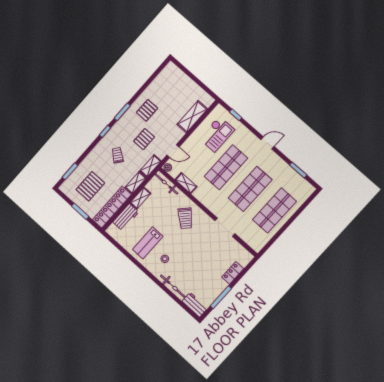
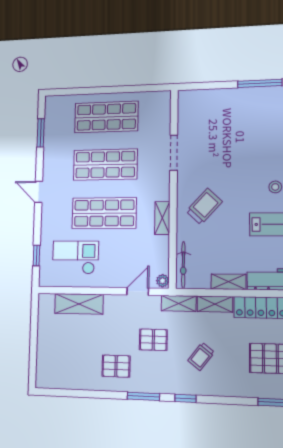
door: (173, 151) -> (138, 291), hinge flipped
shelving: (186, 183) -> (162, 218), moved
locker: (233, 273) -> (218, 96), removed

